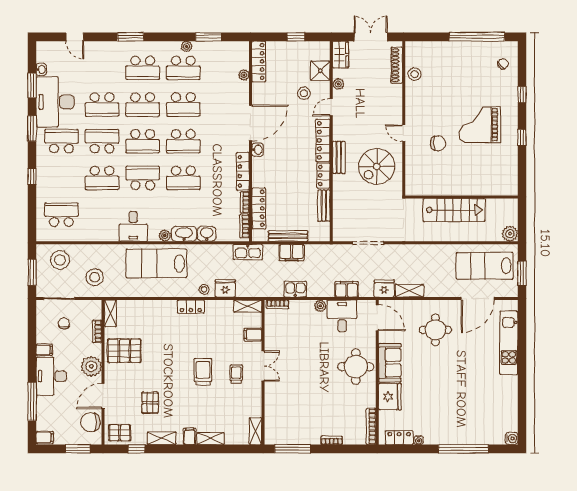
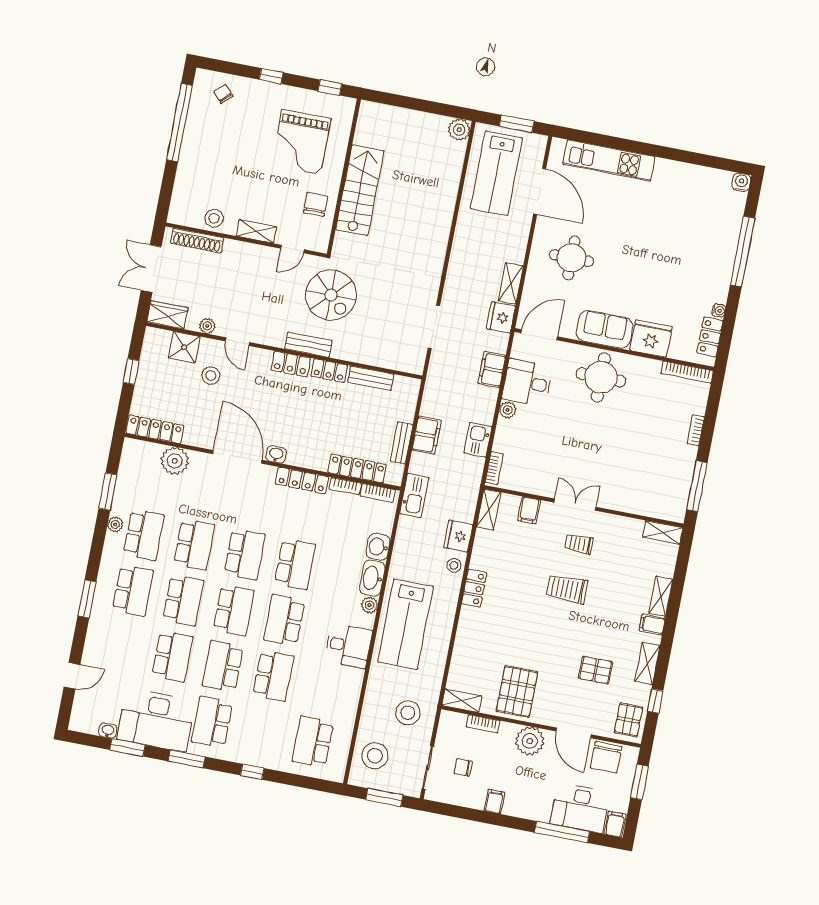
plant: (244, 75) -> (175, 461), width x1.87, depth x1.87
shelving: (411, 105) -> (256, 231), added
locker: (323, 140) -> (291, 364), width x0.66
wall: (461, 197) -> (344, 177), moved
stairs: (454, 210) -> (360, 190), moved
bench: (288, 236) -> (401, 443), width x0.73
desk: (51, 376) -> (580, 808), moved

